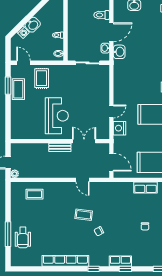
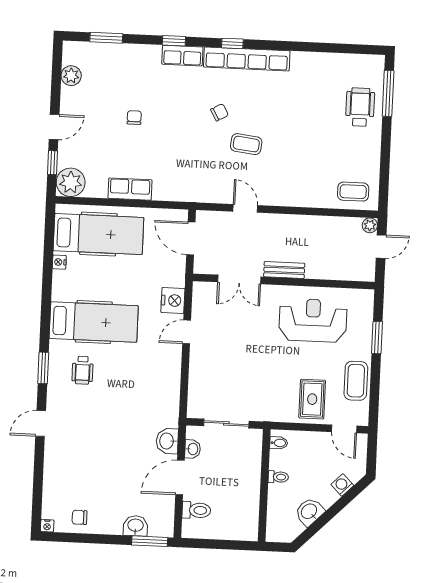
washbasin: (33, 25) -> (309, 512), moved
window: (8, 86) -> (377, 338), moved
reception desk: (57, 116) -> (313, 320), moved, turned 90
coffee table: (34, 194) -> (353, 192), moved
window: (8, 234) -> (388, 93), moved
row of seats: (65, 261) -> (247, 59), moved

